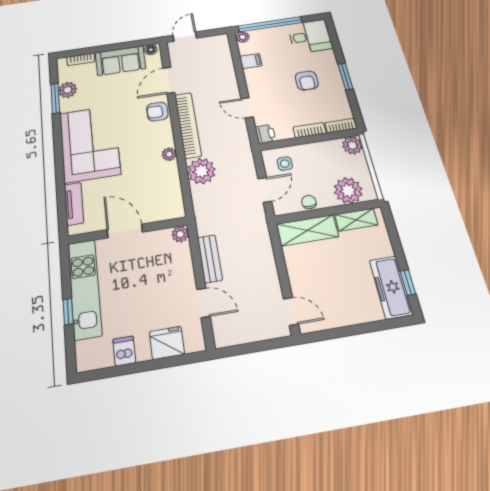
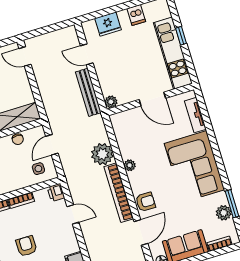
bench: (210, 259) -> (88, 92), width x1.36

